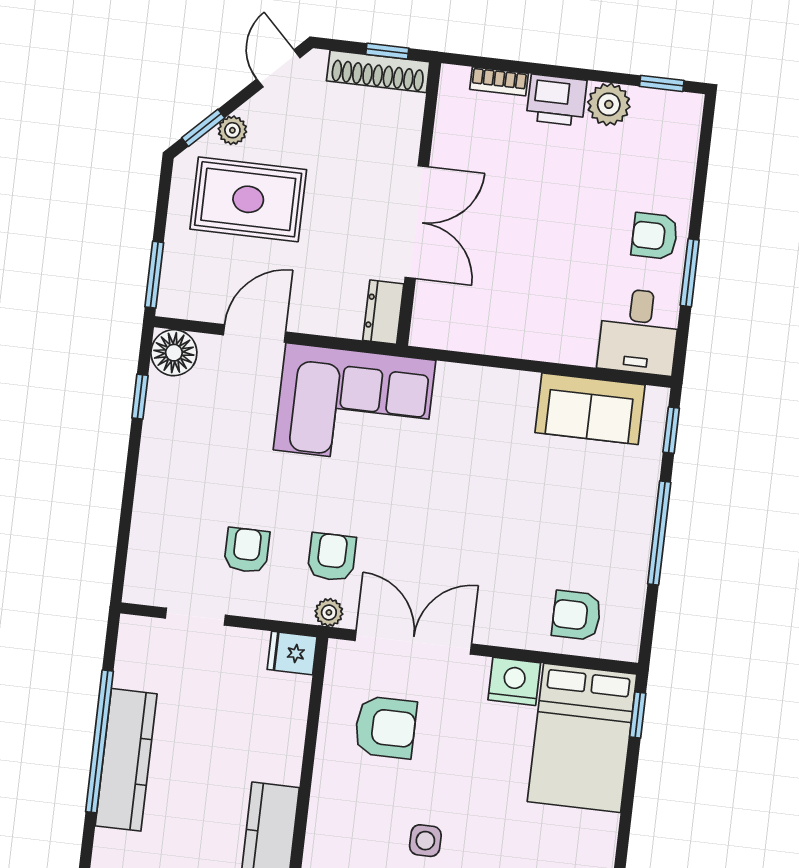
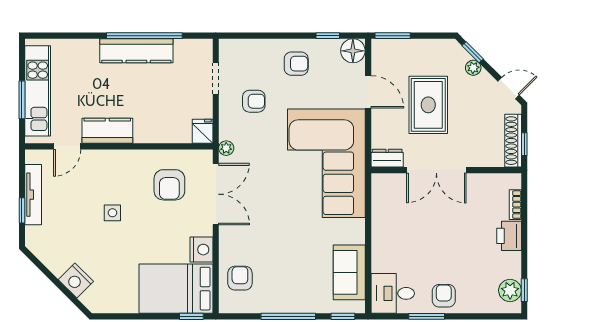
plant: (609, 104) -> (510, 290), moved
rug: (248, 199) -> (428, 105), moved
corner sofa: (355, 405) -> (326, 163), width x1.36, depth x1.36
armchair: (332, 557) -> (296, 64), moved

